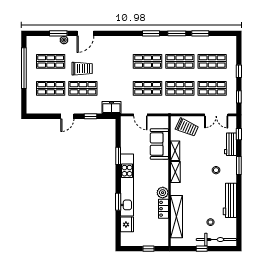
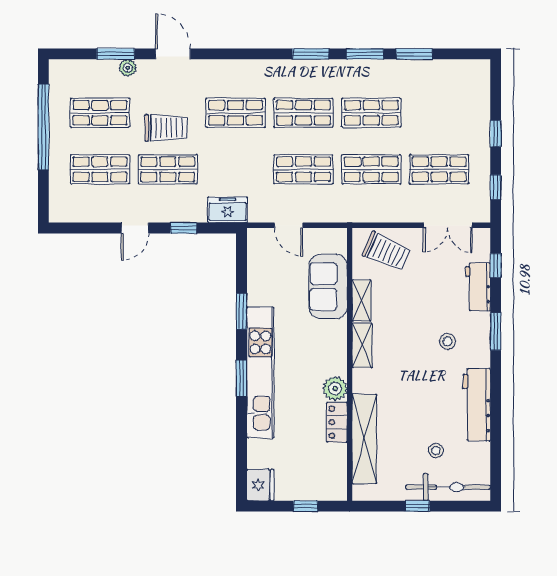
door: (85, 33) -> (173, 54), swing flipped
shop shelf: (212, 61) -> (236, 113), moved
window: (118, 202) -> (241, 378), moved
fridge: (127, 224) -> (260, 485), moved

